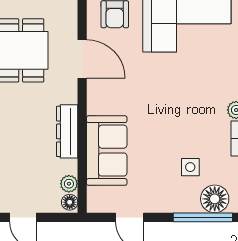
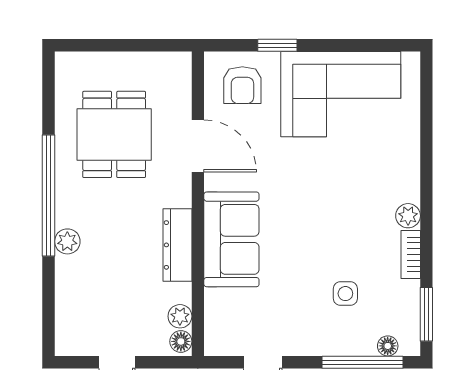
sofa: (107, 151) -> (231, 239), moved
floor lamp: (215, 199) -> (388, 346), width x0.53, depth x0.53

